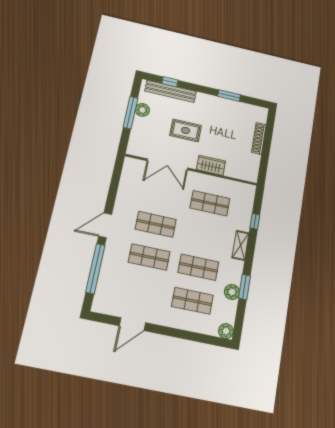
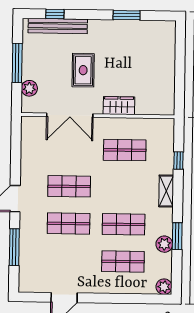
plant: (142, 110) -> (29, 88), moved
rug: (186, 130) -> (83, 70), turned 90
shoe rack: (259, 138) -> (169, 61), removed
window: (95, 269) -> (14, 247), width x0.68

